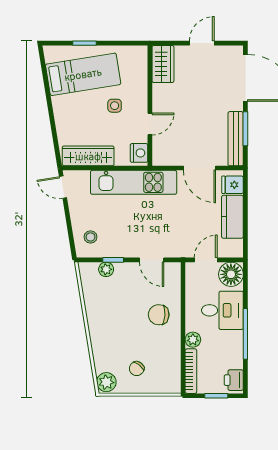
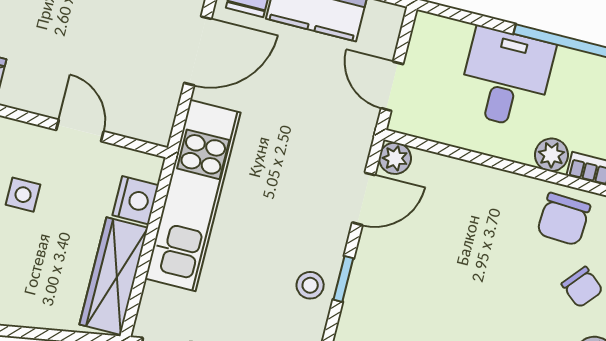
nightstand: (139, 153) -> (136, 200), moved, turned 90
stool: (90, 237) -> (310, 285), moved
plant: (106, 269) -> (395, 158), moved
floor lamp: (231, 274) -> (436, 41), removed
chair: (159, 315) -> (564, 219), moved

